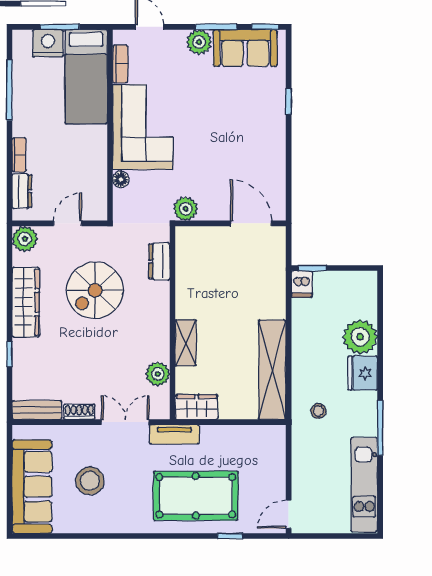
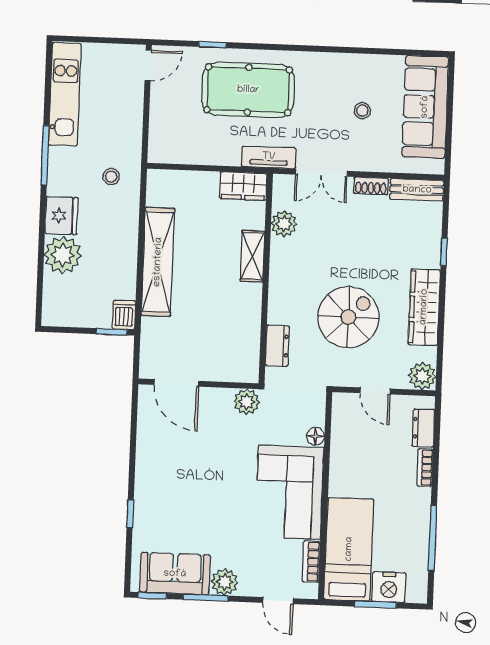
door: (68, 223) -> (375, 391), hinge flipped
shelving: (272, 370) -> (158, 262), moved
stool: (90, 481) -> (362, 111), width x0.53, depth x0.53

